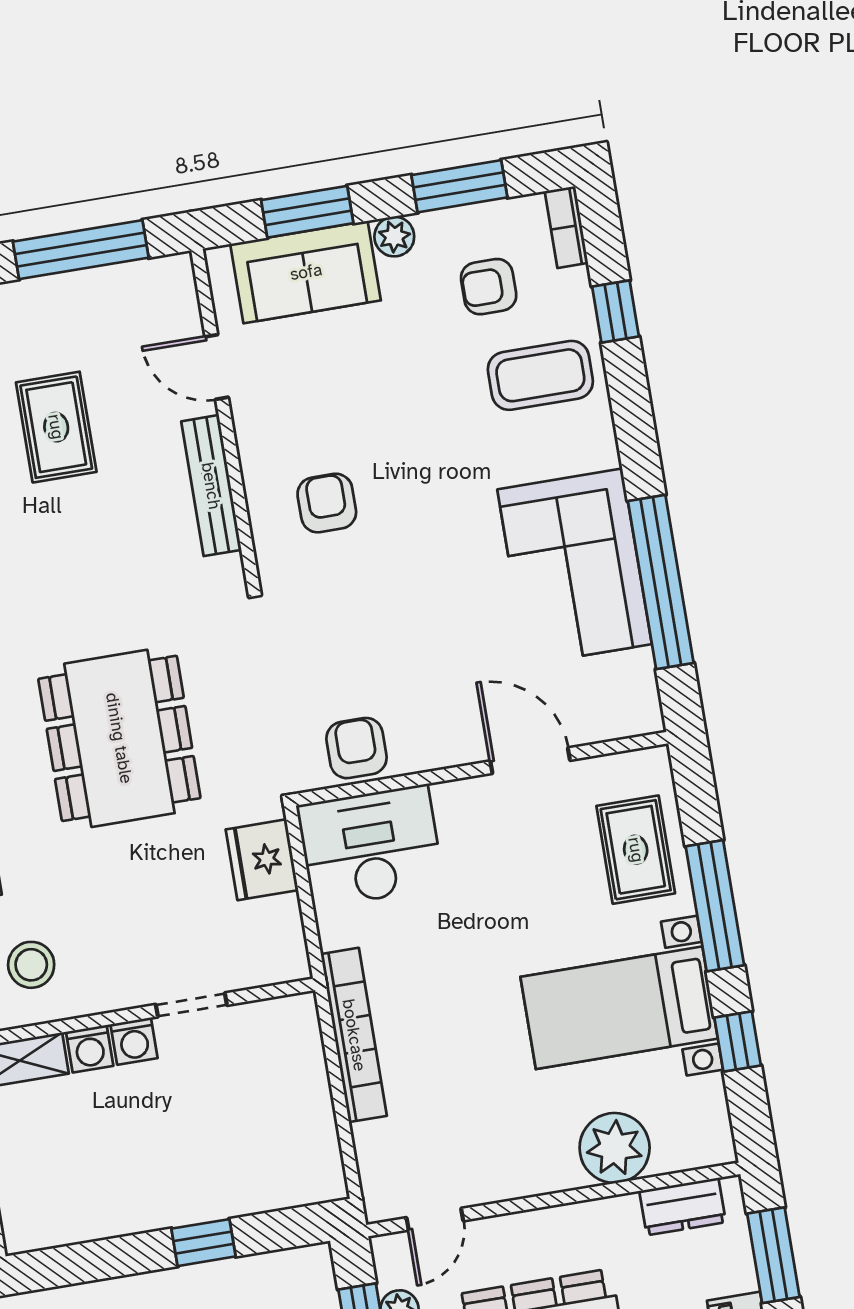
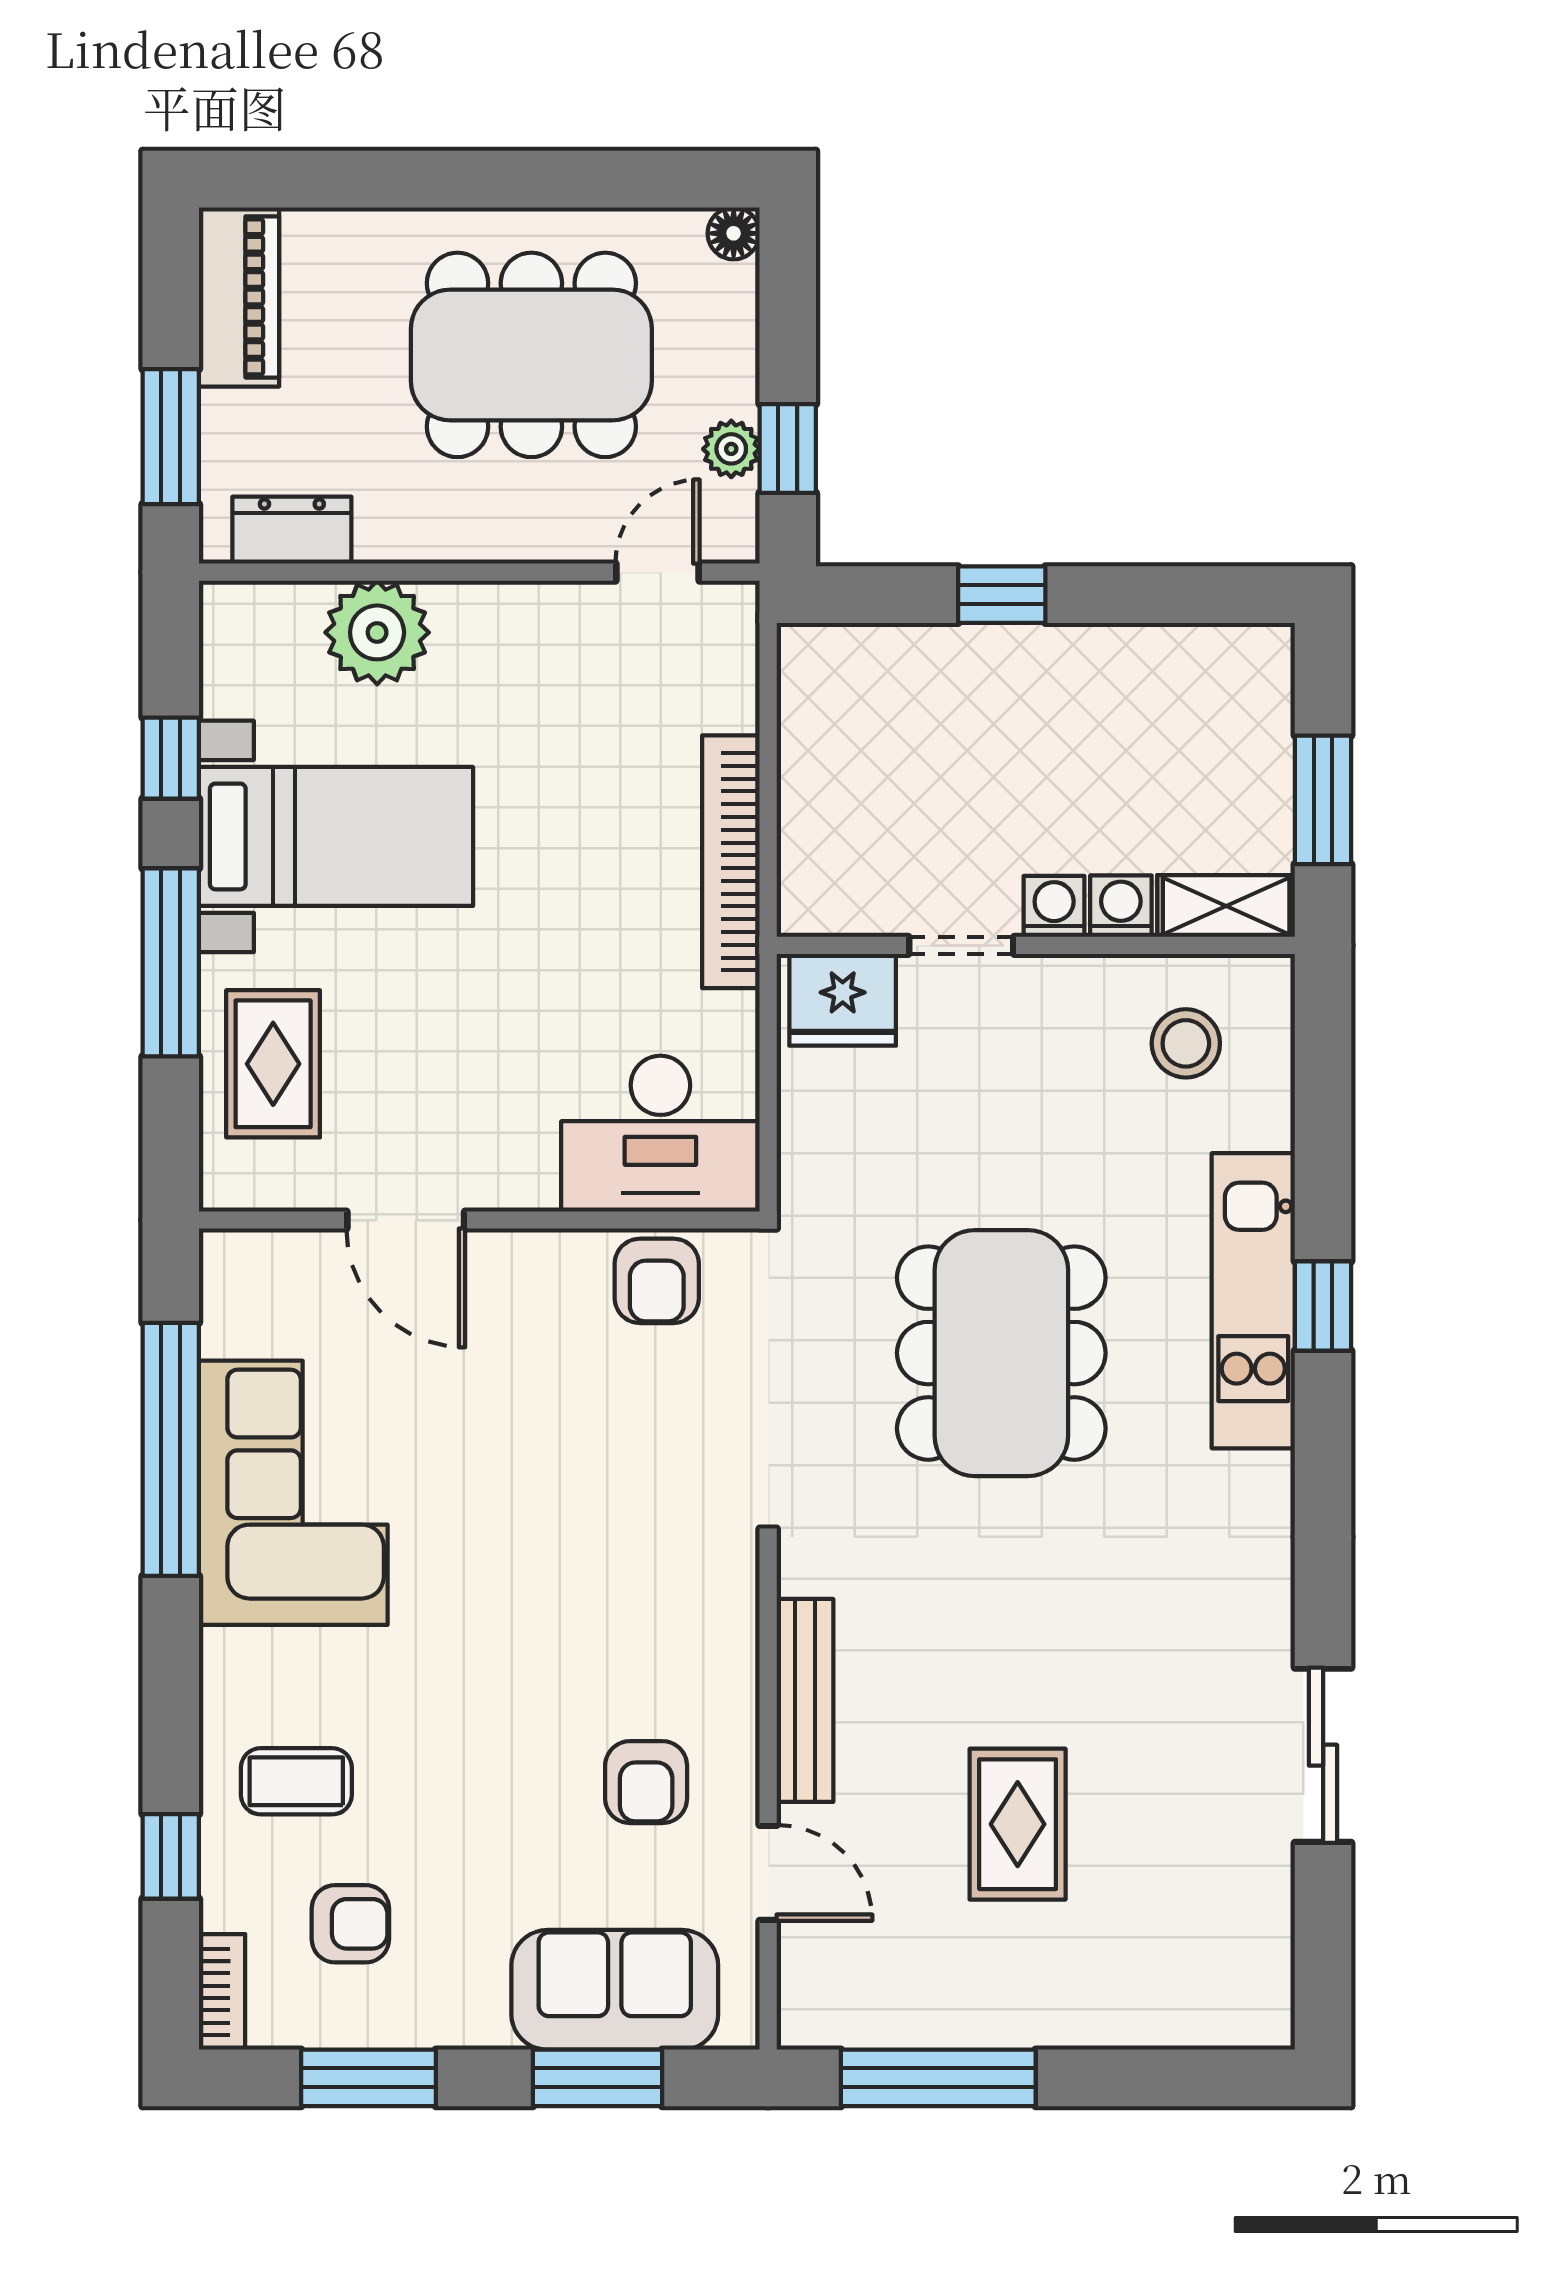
plant: (394, 237) -> (476, 2020), removed
coffee table: (540, 375) -> (296, 1781), width x0.73, depth x0.77
armchair: (327, 503) -> (646, 1782), moved
fridge: (262, 860) -> (843, 1000), moved, turned 90

